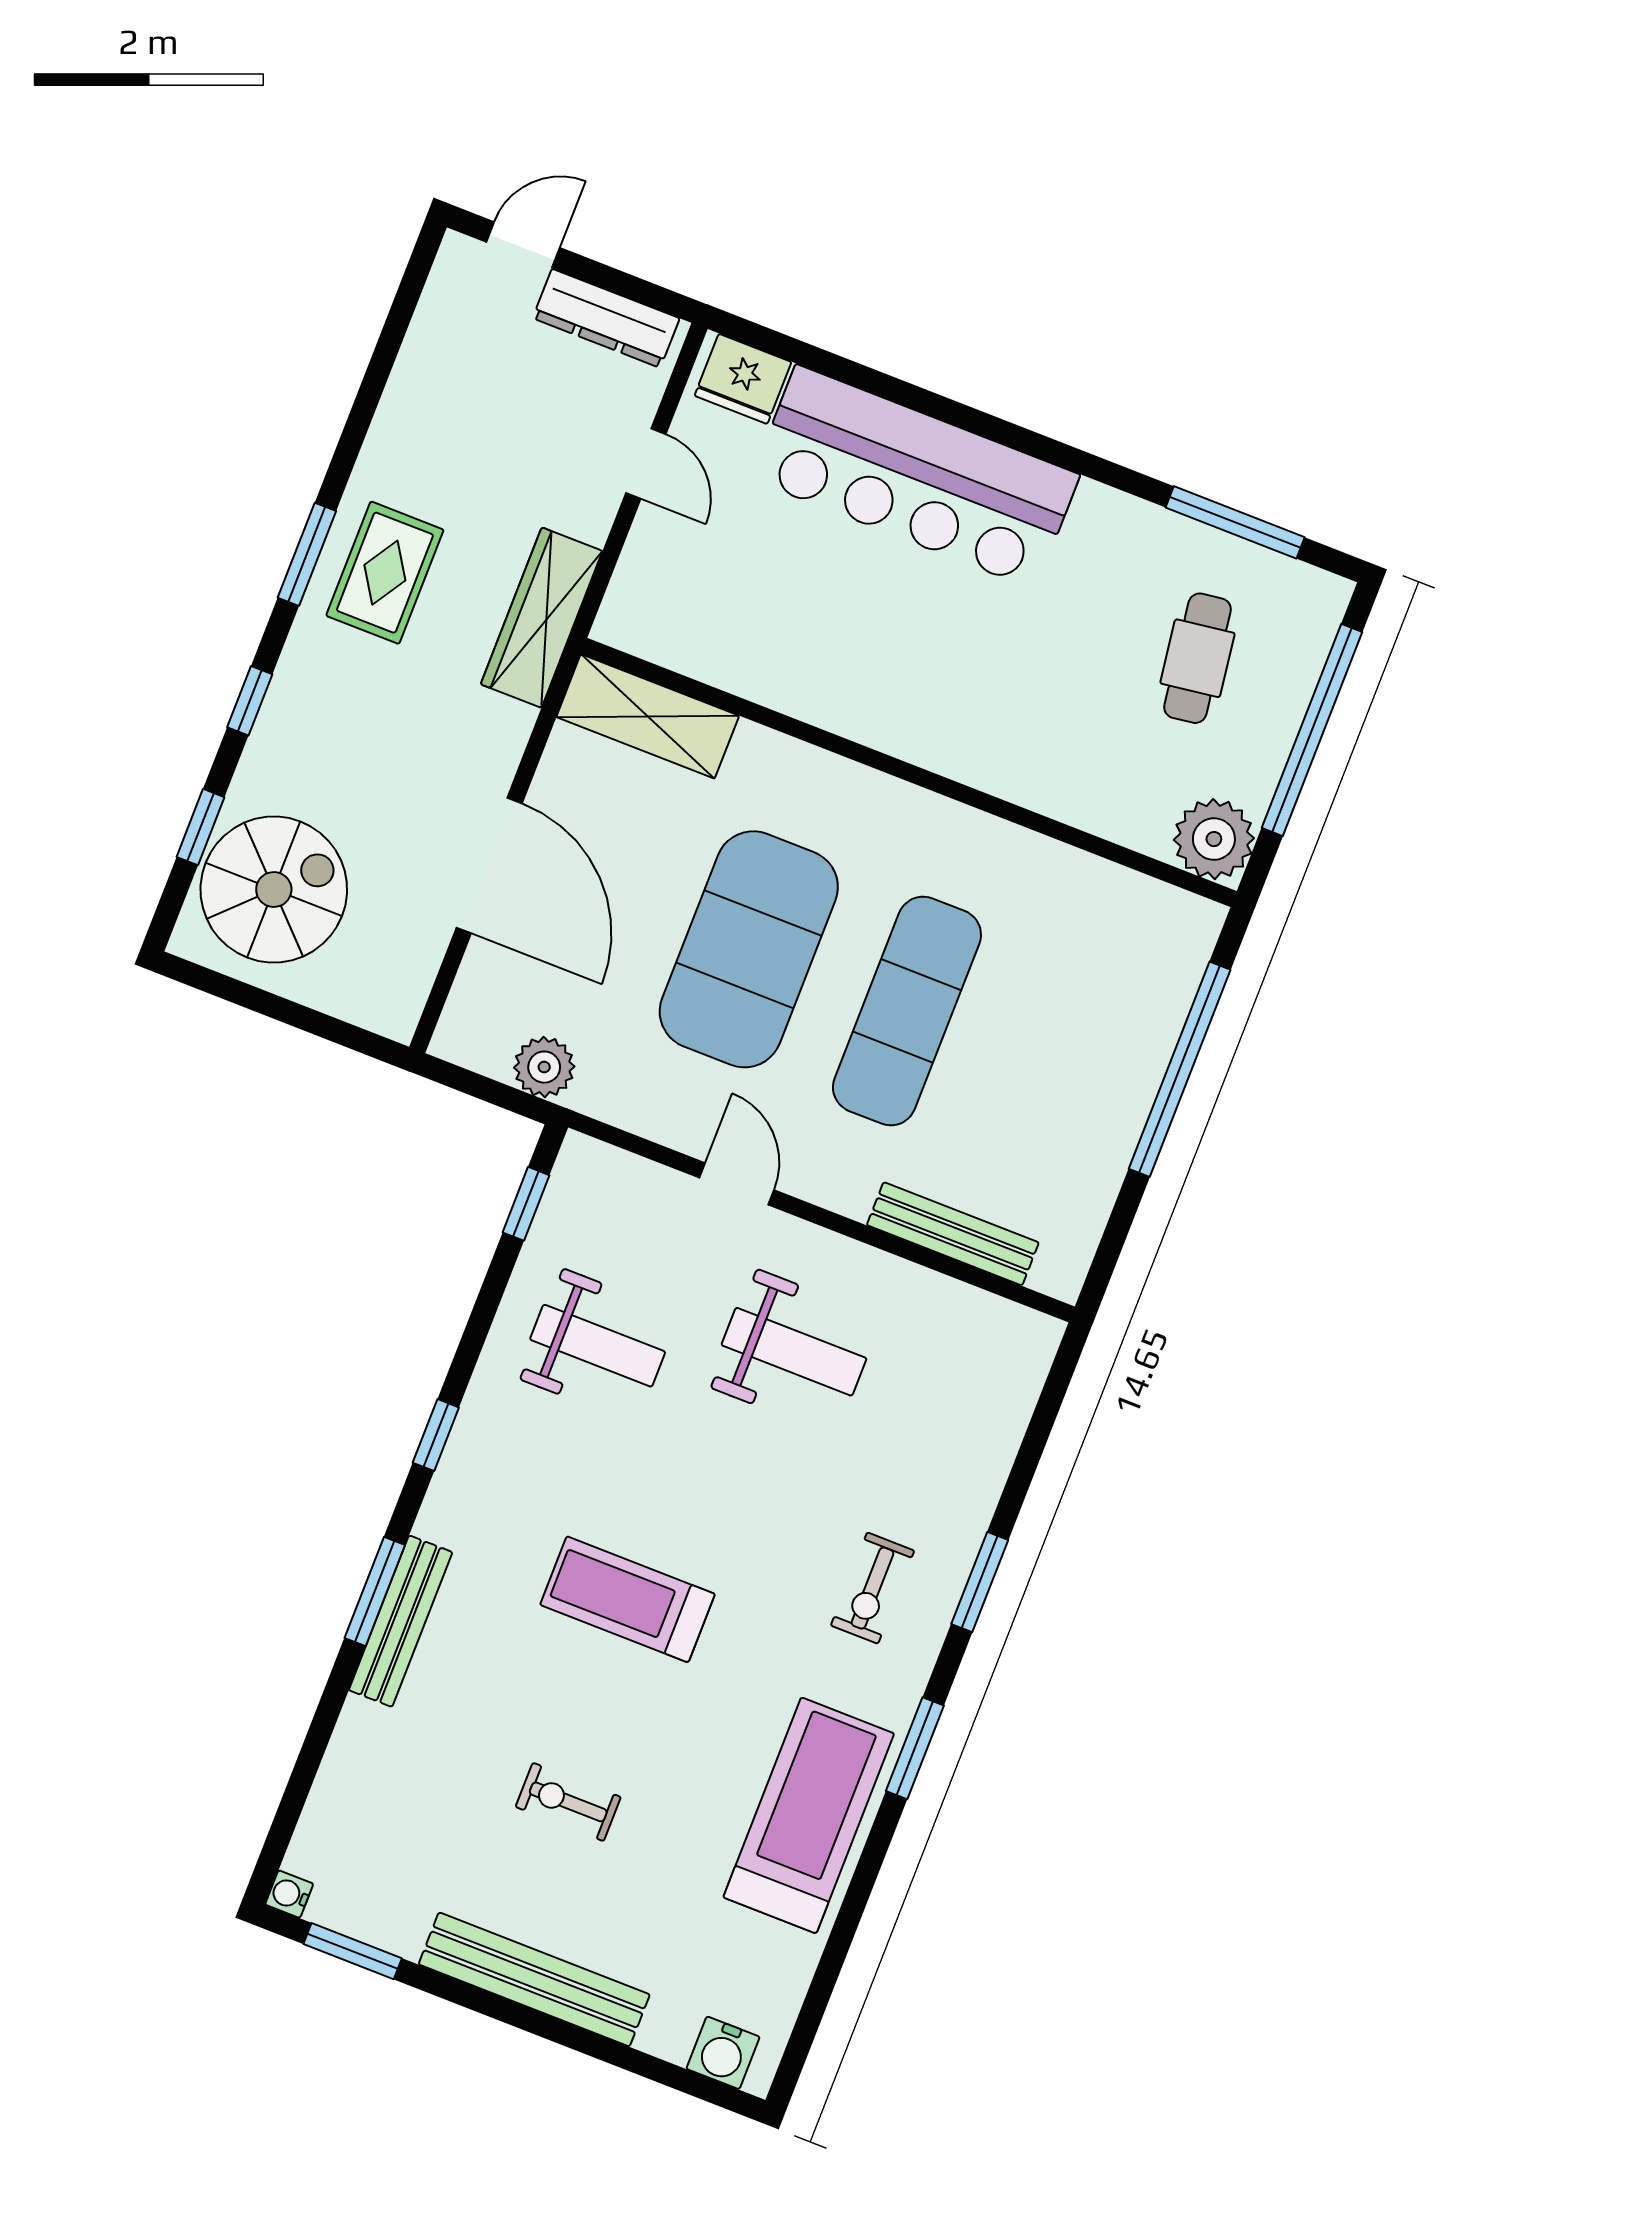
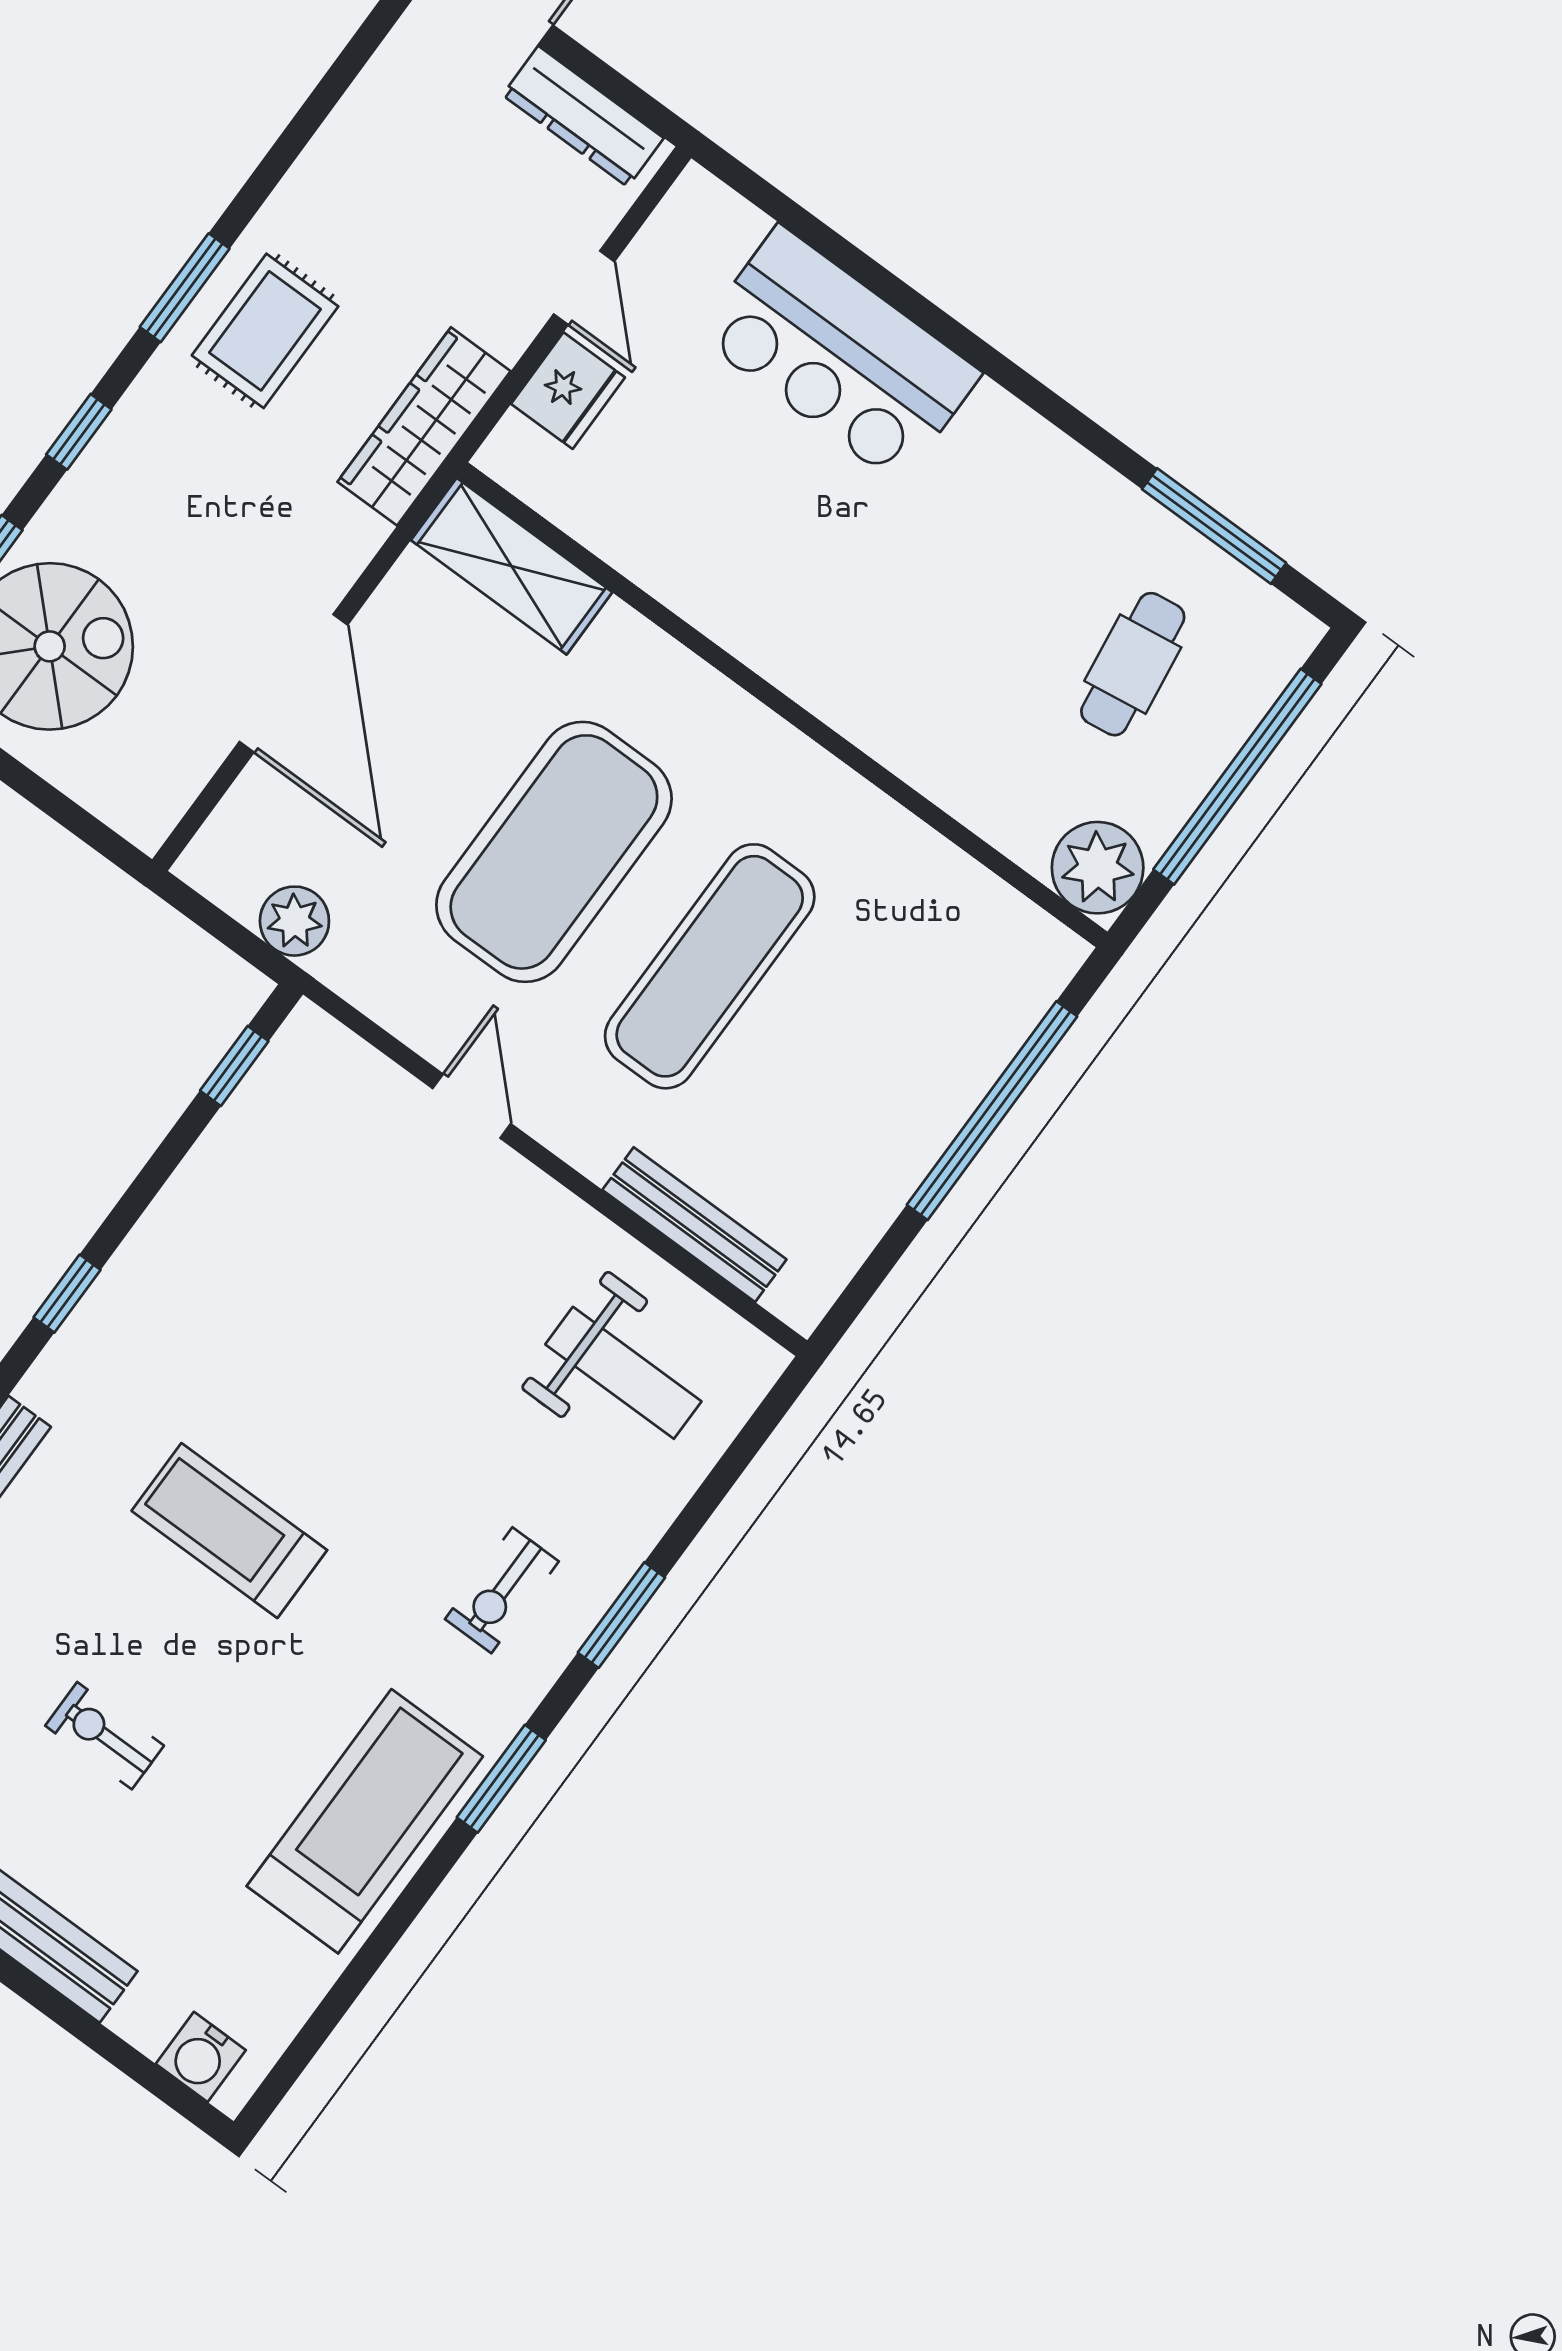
fridge: (743, 379) -> (568, 391), moved, turned -90
bar counter: (916, 477) -> (839, 355), width x0.73
weight bench: (598, 1346) -> (271, 1243), removed
weight bench: (794, 1352) -> (623, 1373), moved

